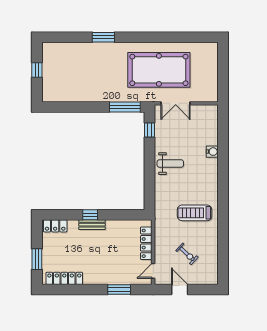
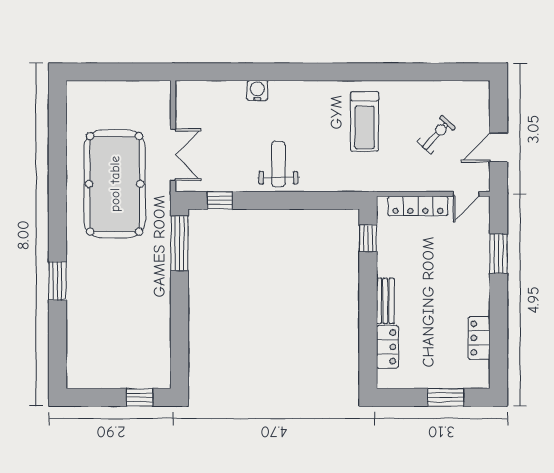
window: (37, 70) -> (140, 397), moved
window: (90, 215) -> (368, 238), moved
locker: (55, 226) -> (387, 347), moved
door: (153, 271) -> (466, 194), hinge flipped
locker: (64, 278) -> (479, 338), width x0.66

